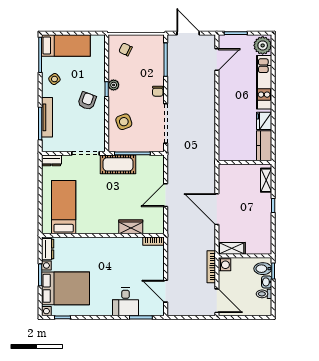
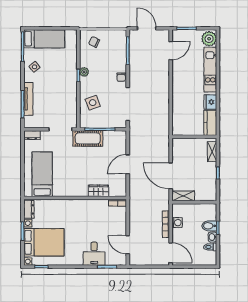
armchair: (87, 101) -> (62, 85), removed
shelving: (232, 248) -> (183, 196), moved
wall: (245, 256) -> (194, 202), moved

